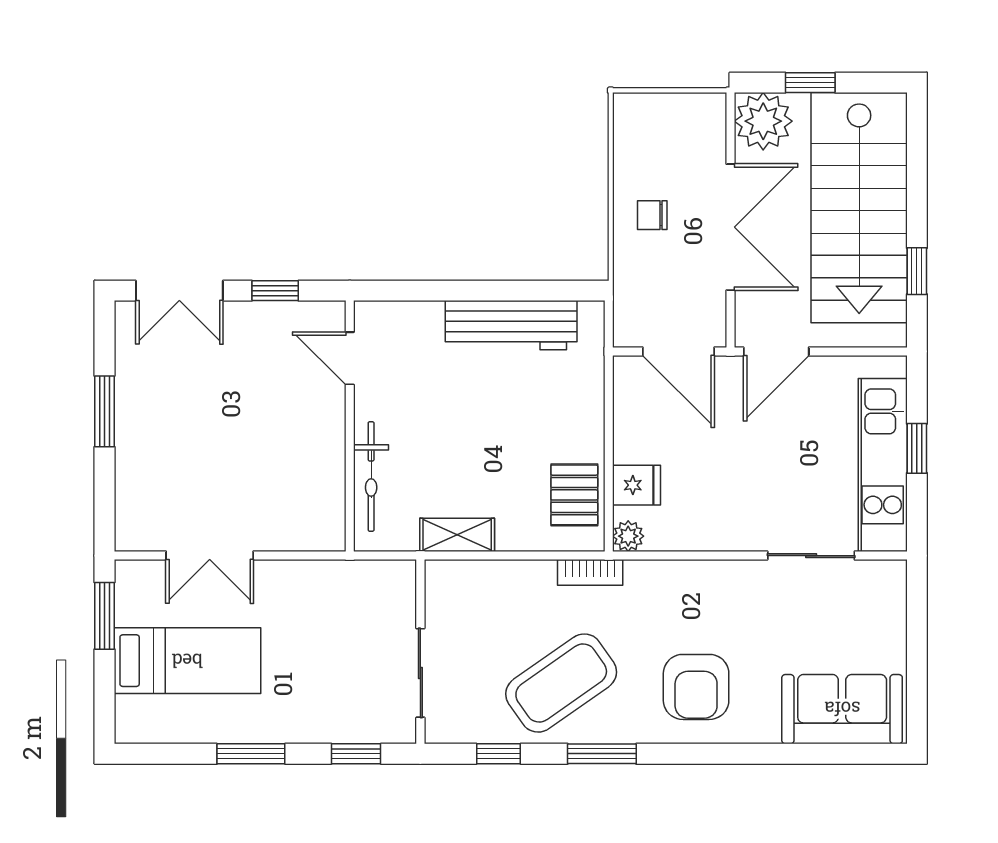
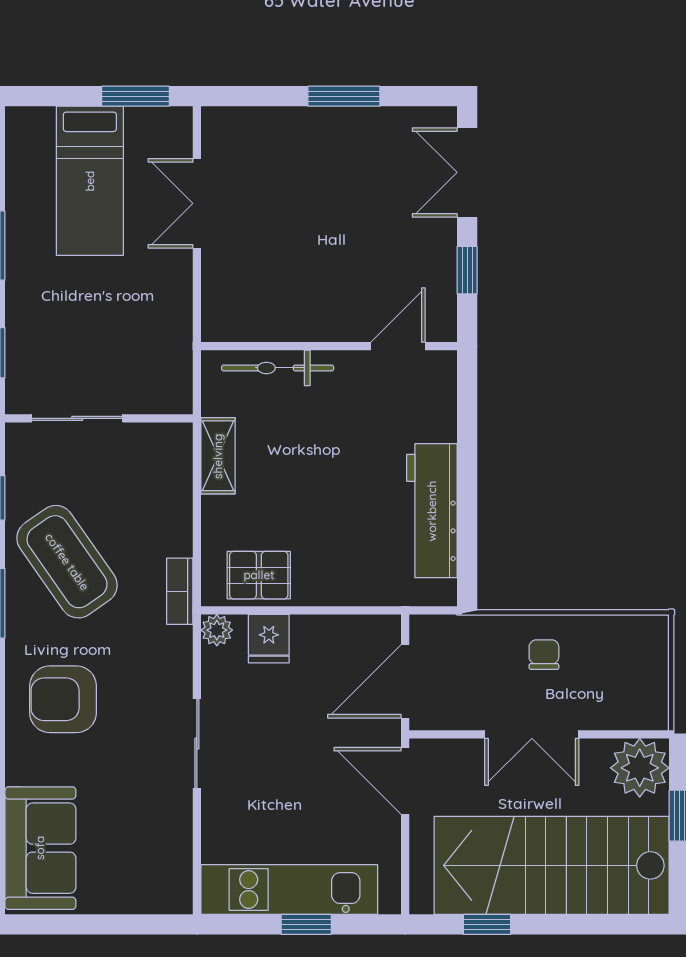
double door: (730, 227) -> (532, 734), width x0.73
sliding door: (811, 556) -> (197, 744), moved

